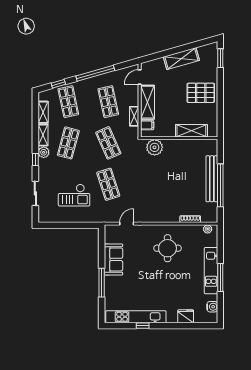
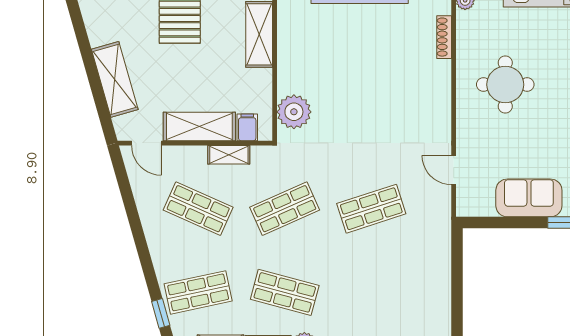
shelving: (181, 59) -> (115, 79), moved
window: (95, 73) -> (139, 236), removed
shop shelf: (108, 102) -> (198, 209), turned 36
checkout: (74, 195) -> (394, 280), removed

